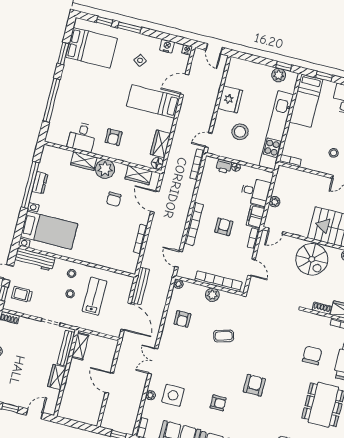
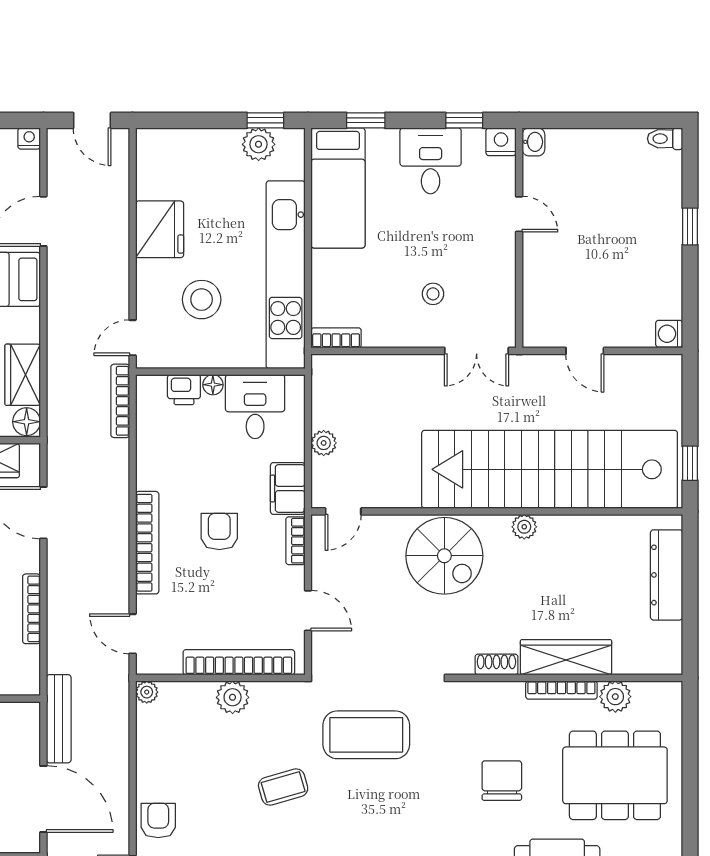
desk: (256, 192) -> (255, 407), moved, turned -90
armchair: (182, 319) -> (158, 820), moved, turned 180
coffee table: (262, 323) -> (366, 735), added

